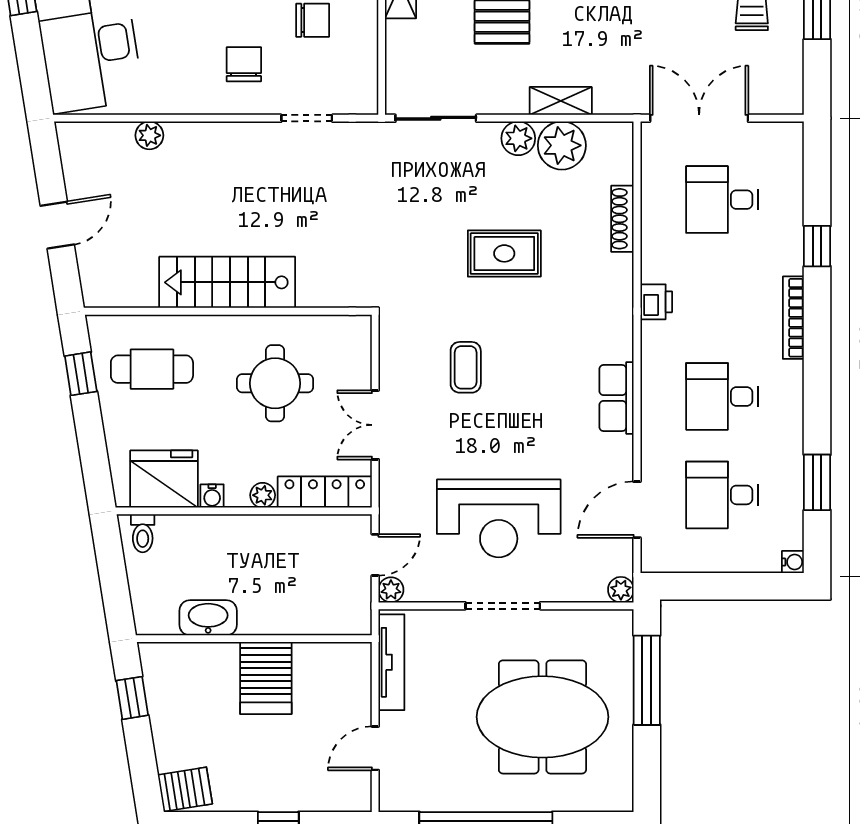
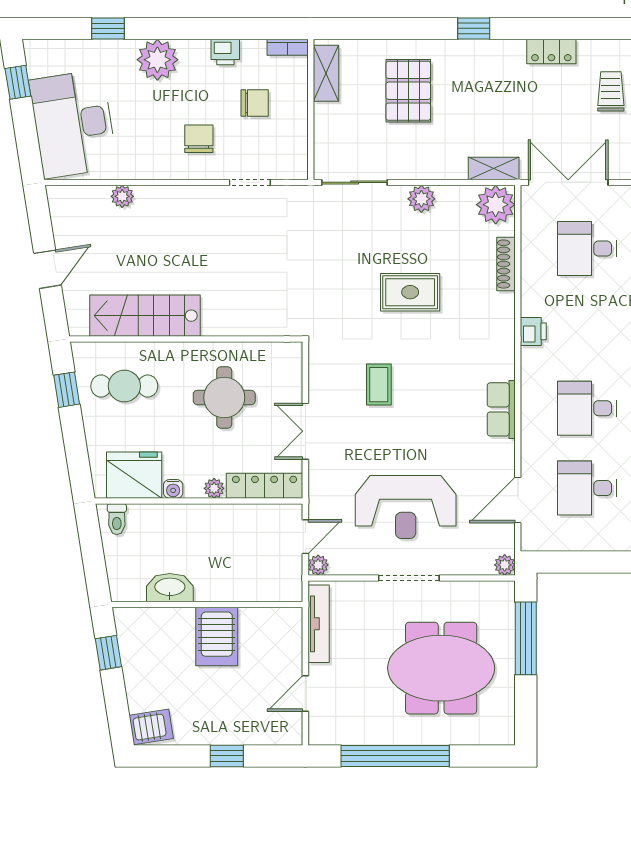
shelving: (561, 101) -> (494, 168), moved
plant: (562, 145) -> (496, 205), moved
stairs: (227, 282) -> (145, 316), moved

